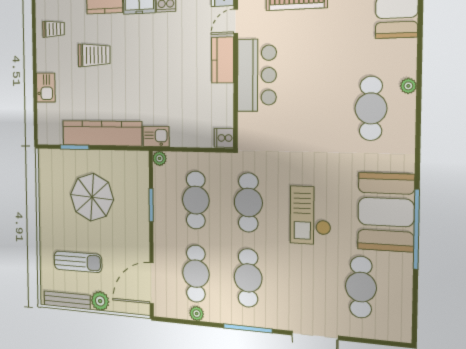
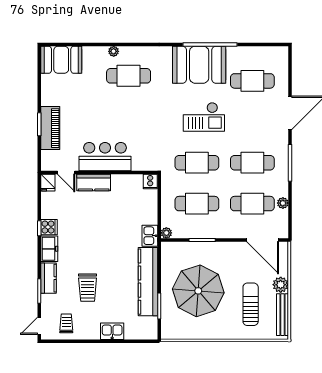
trolley: (94, 55) -> (88, 288), turned 180
parasol: (92, 197) -> (198, 291), width x1.36, depth x1.36

